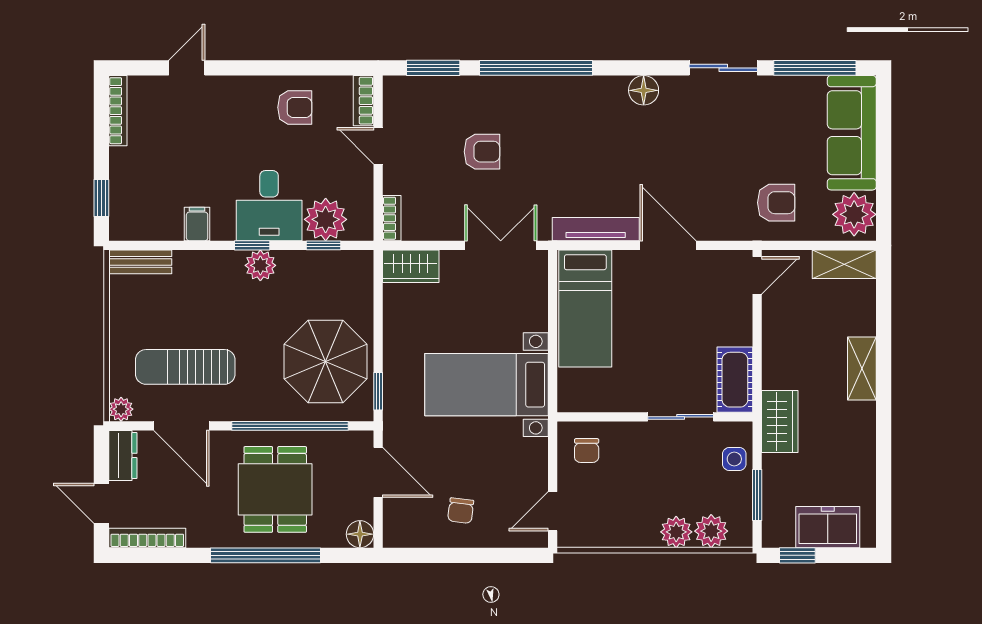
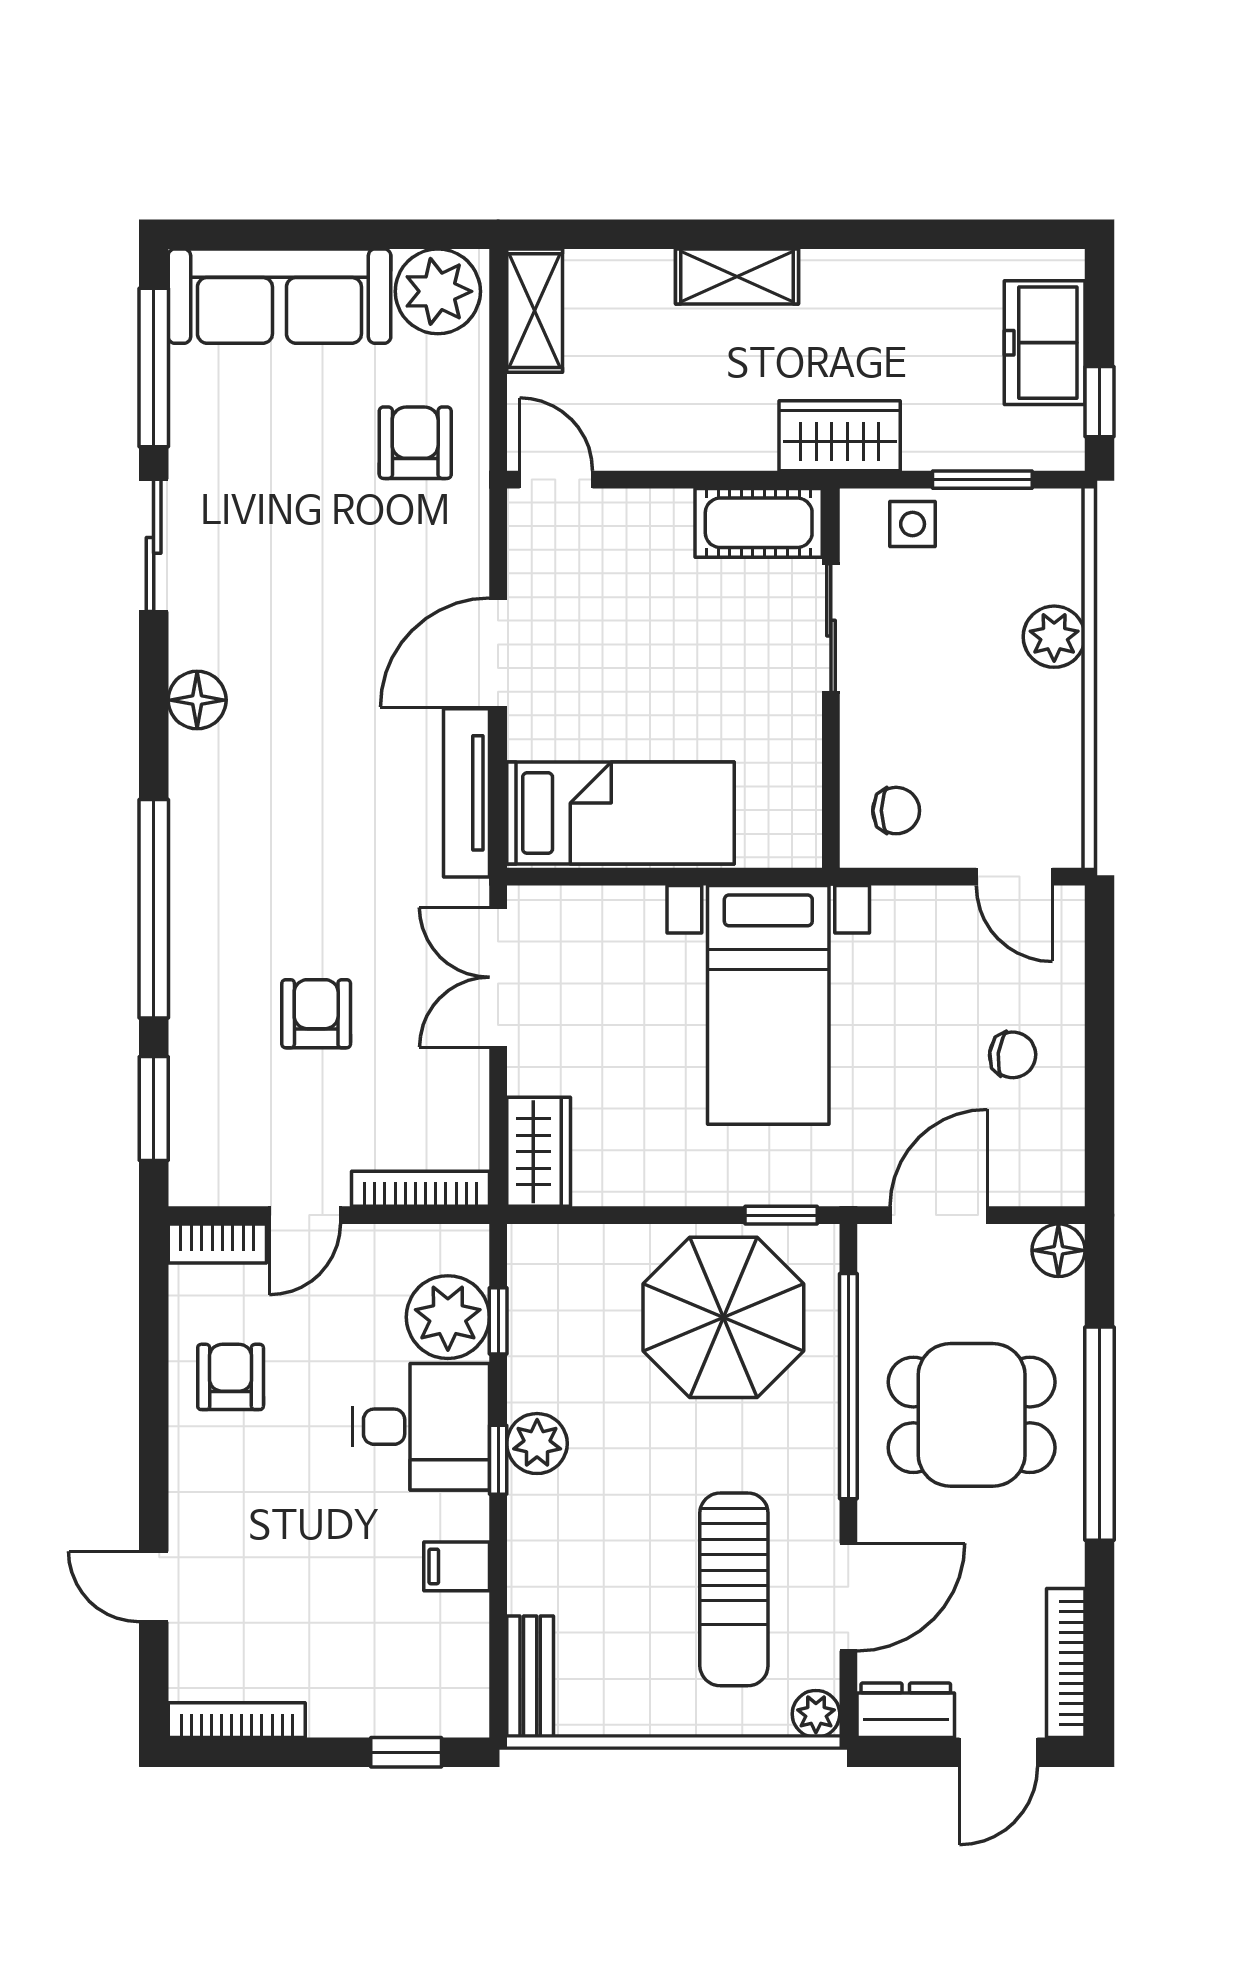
bookcase: (392, 218) -> (421, 1189), width x1.56
plant: (711, 531) -> (1052, 569), removed

